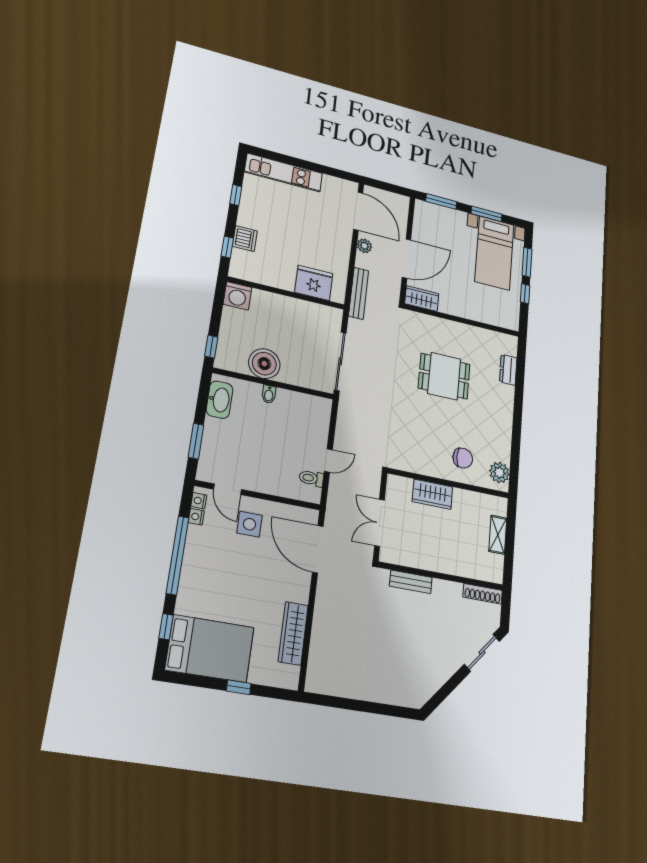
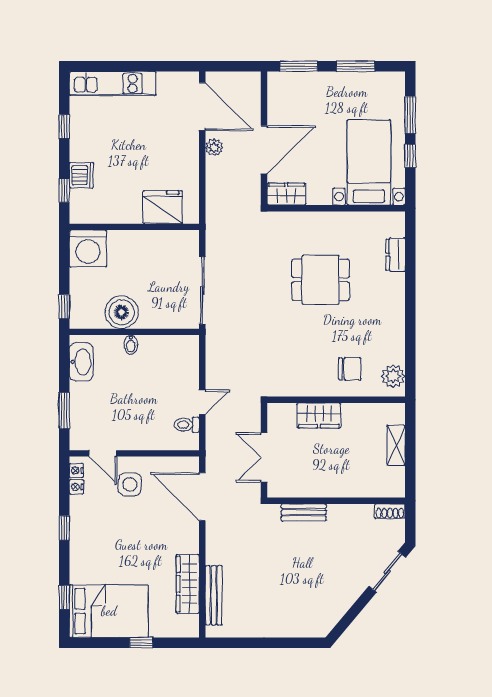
bed with nightstands: (494, 253) -> (369, 162), moved, turned 180
bench: (359, 293) -> (214, 595), moved
washing machine: (237, 296) -> (88, 248), width x1.37, depth x1.37
window: (178, 555) -> (64, 528), width x0.32
shoe rack: (483, 594) -> (390, 511), width x0.70

